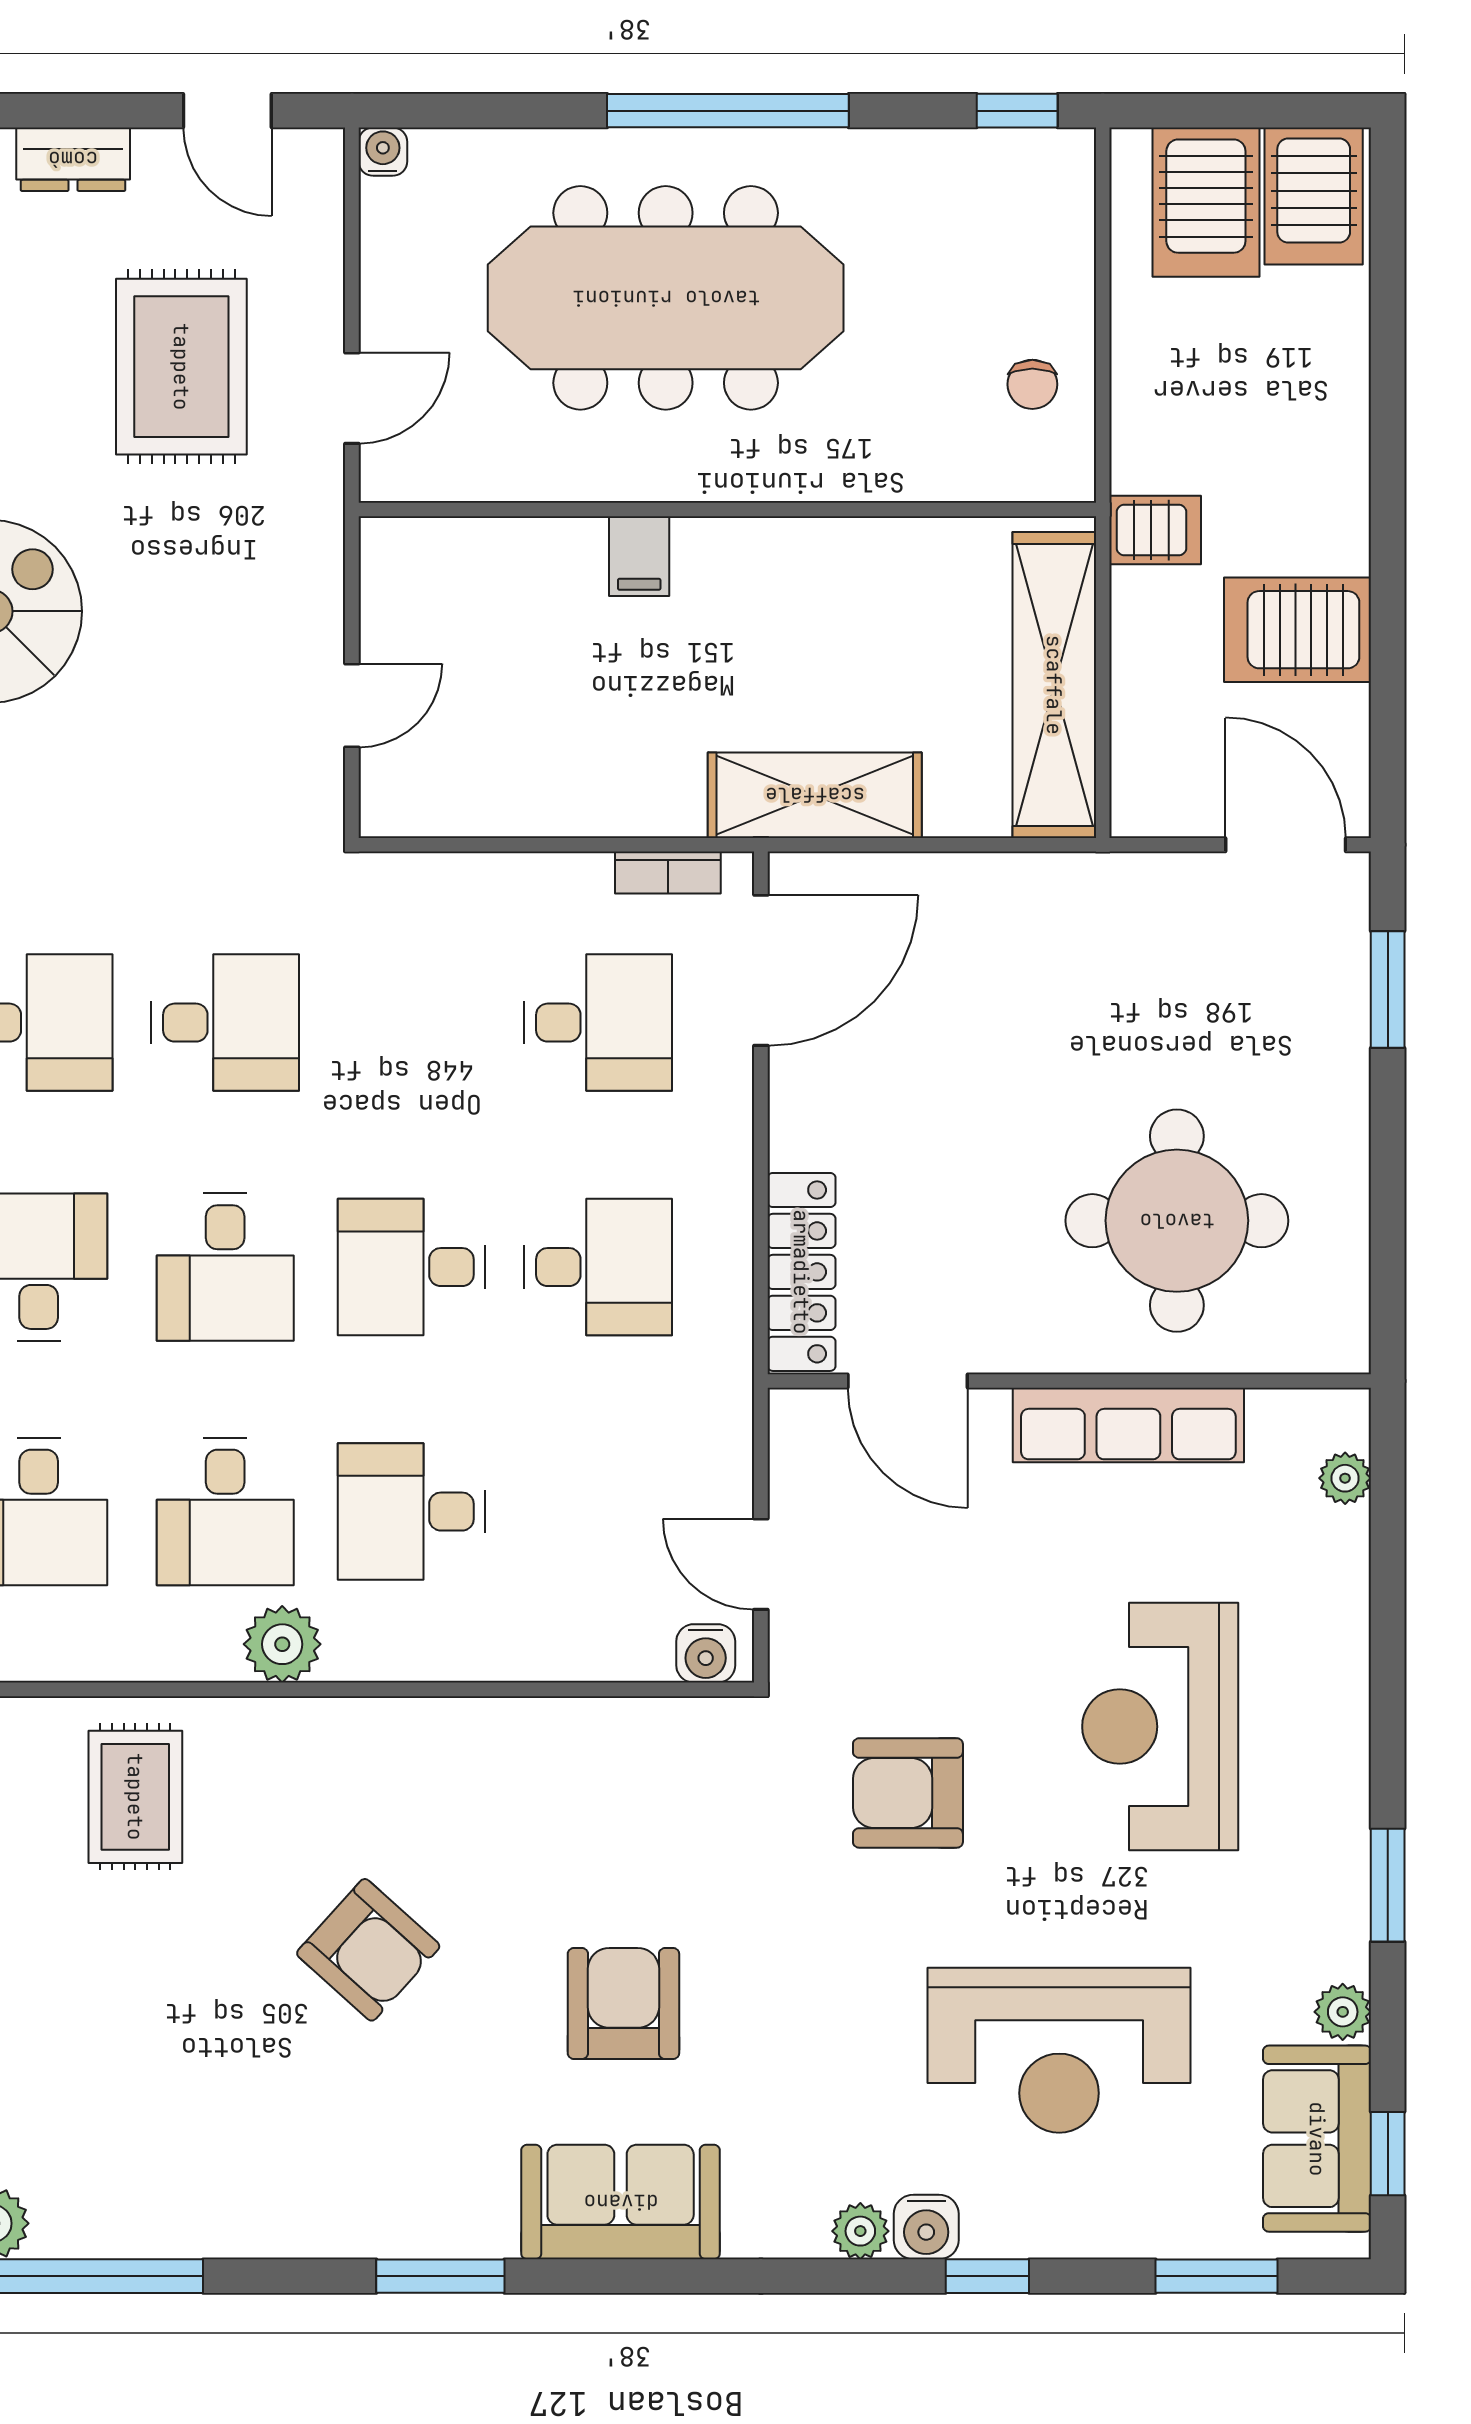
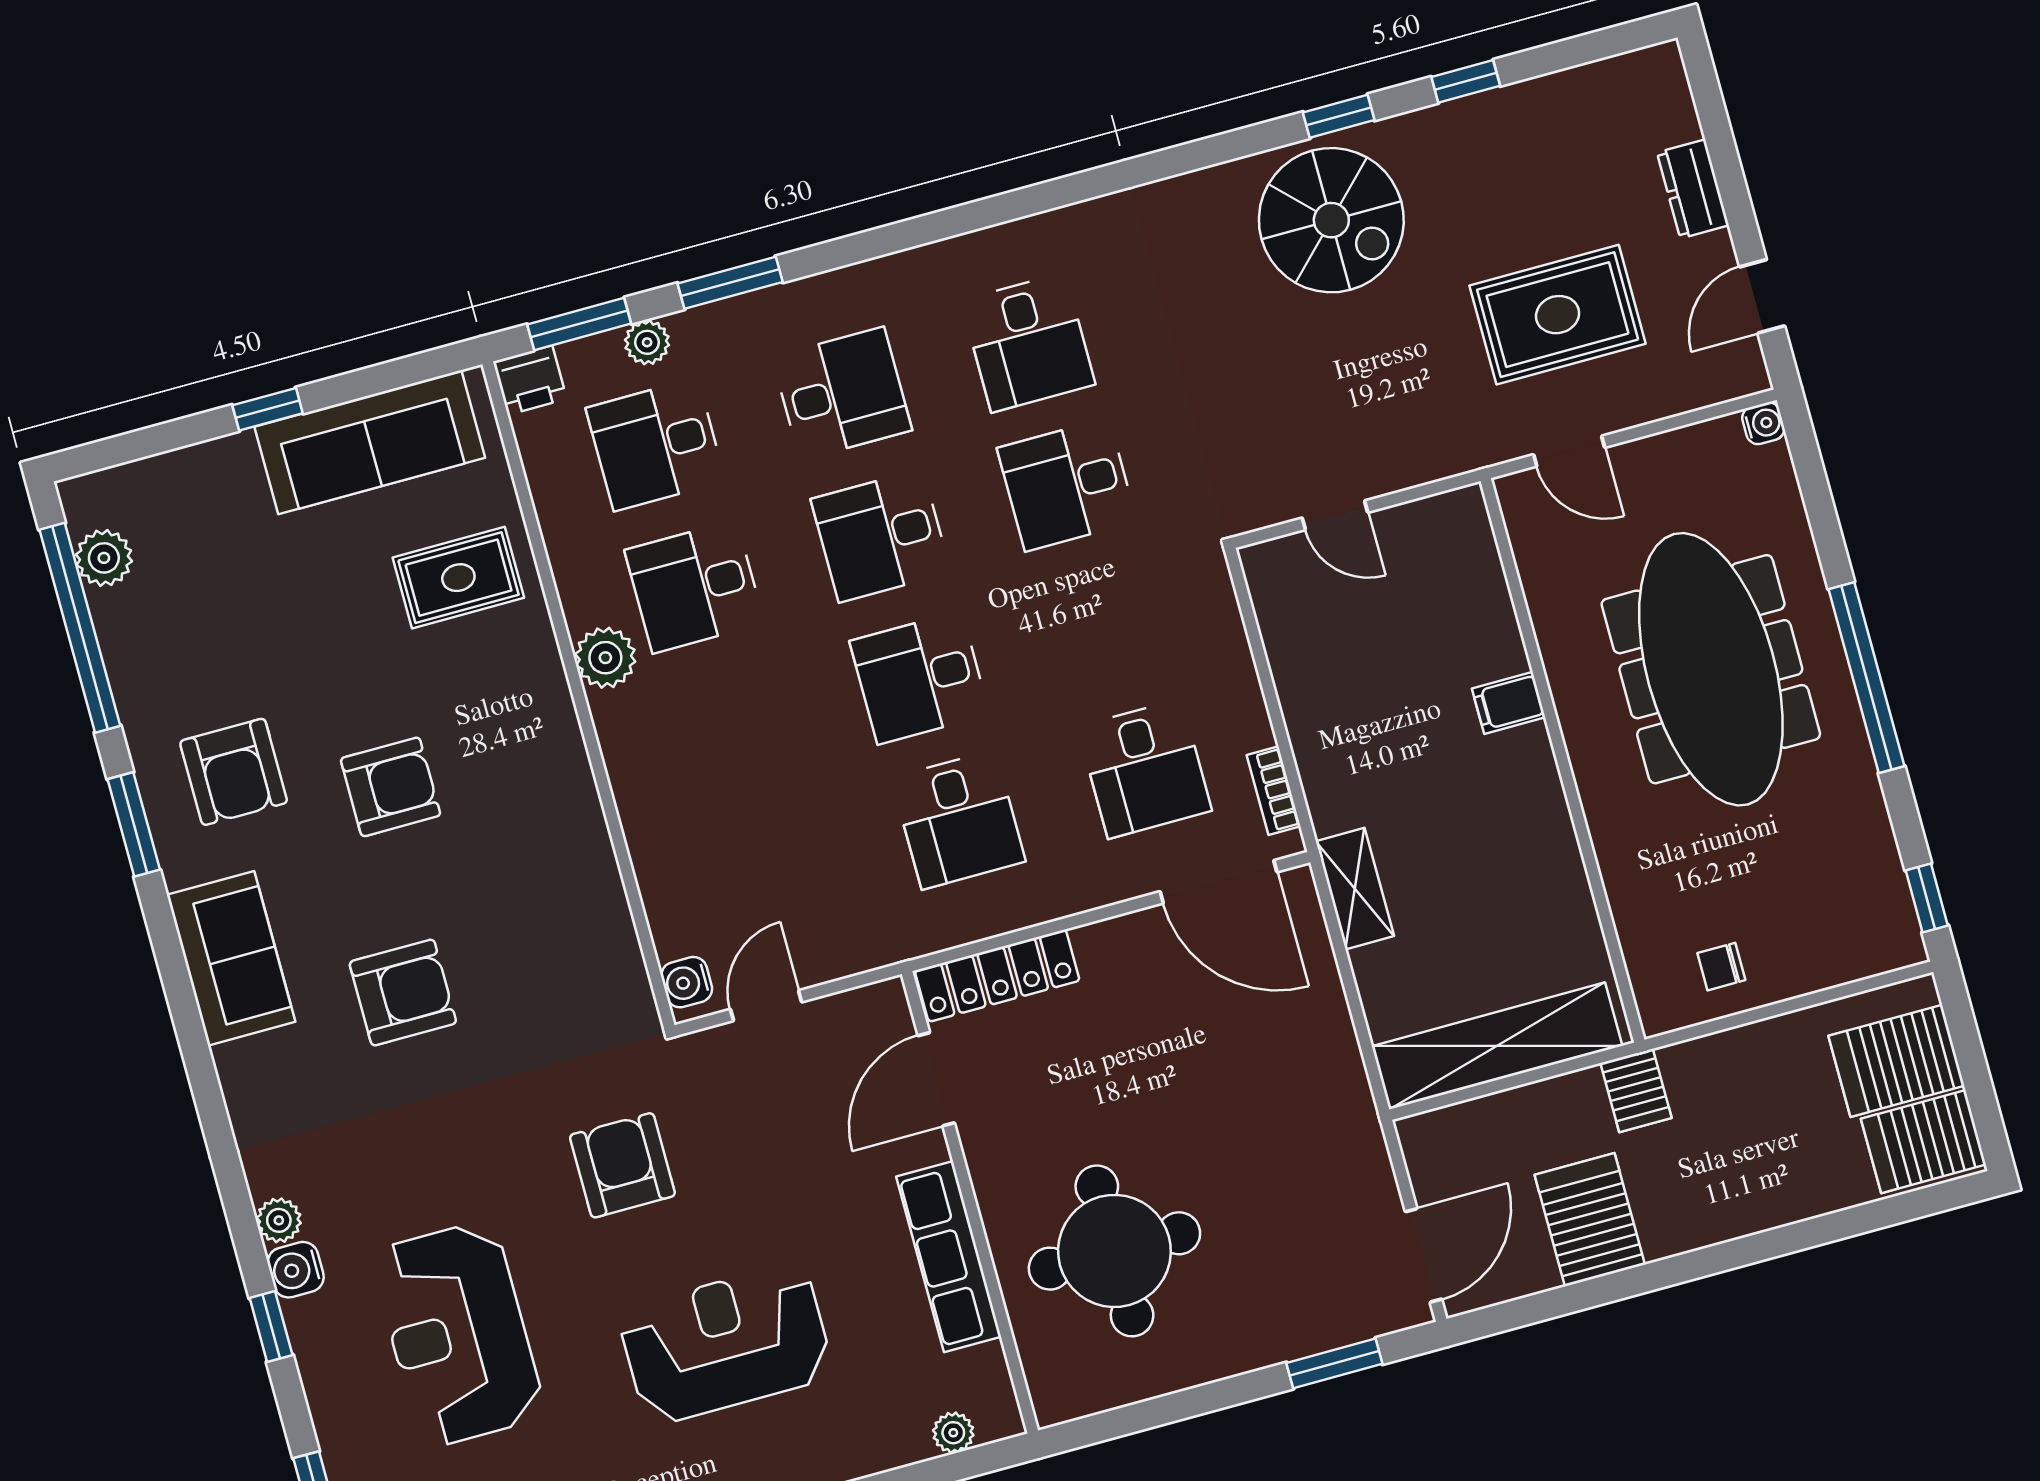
shelving: (815, 795) -> (1355, 889), width x0.67, depth x0.75
desk: (225, 1023) -> (1067, 485), turned 90
desk: (412, 1267) -> (920, 678), turned -90
desk: (412, 1512) -> (733, 729), removed
armchair: (368, 1950) -> (391, 787), turned -132
armchair: (297, 2136) -> (234, 772), added
sofa: (621, 2202) -> (231, 958), moved
window: (440, 2276) -> (134, 824), moved

